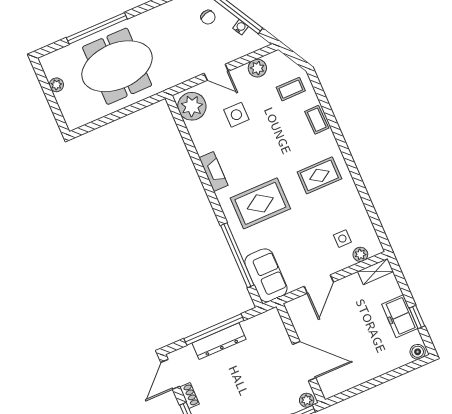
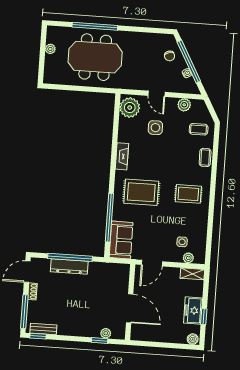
wall: (301, 353) -> (130, 302), moved
door: (304, 361) -> (130, 308), moved

